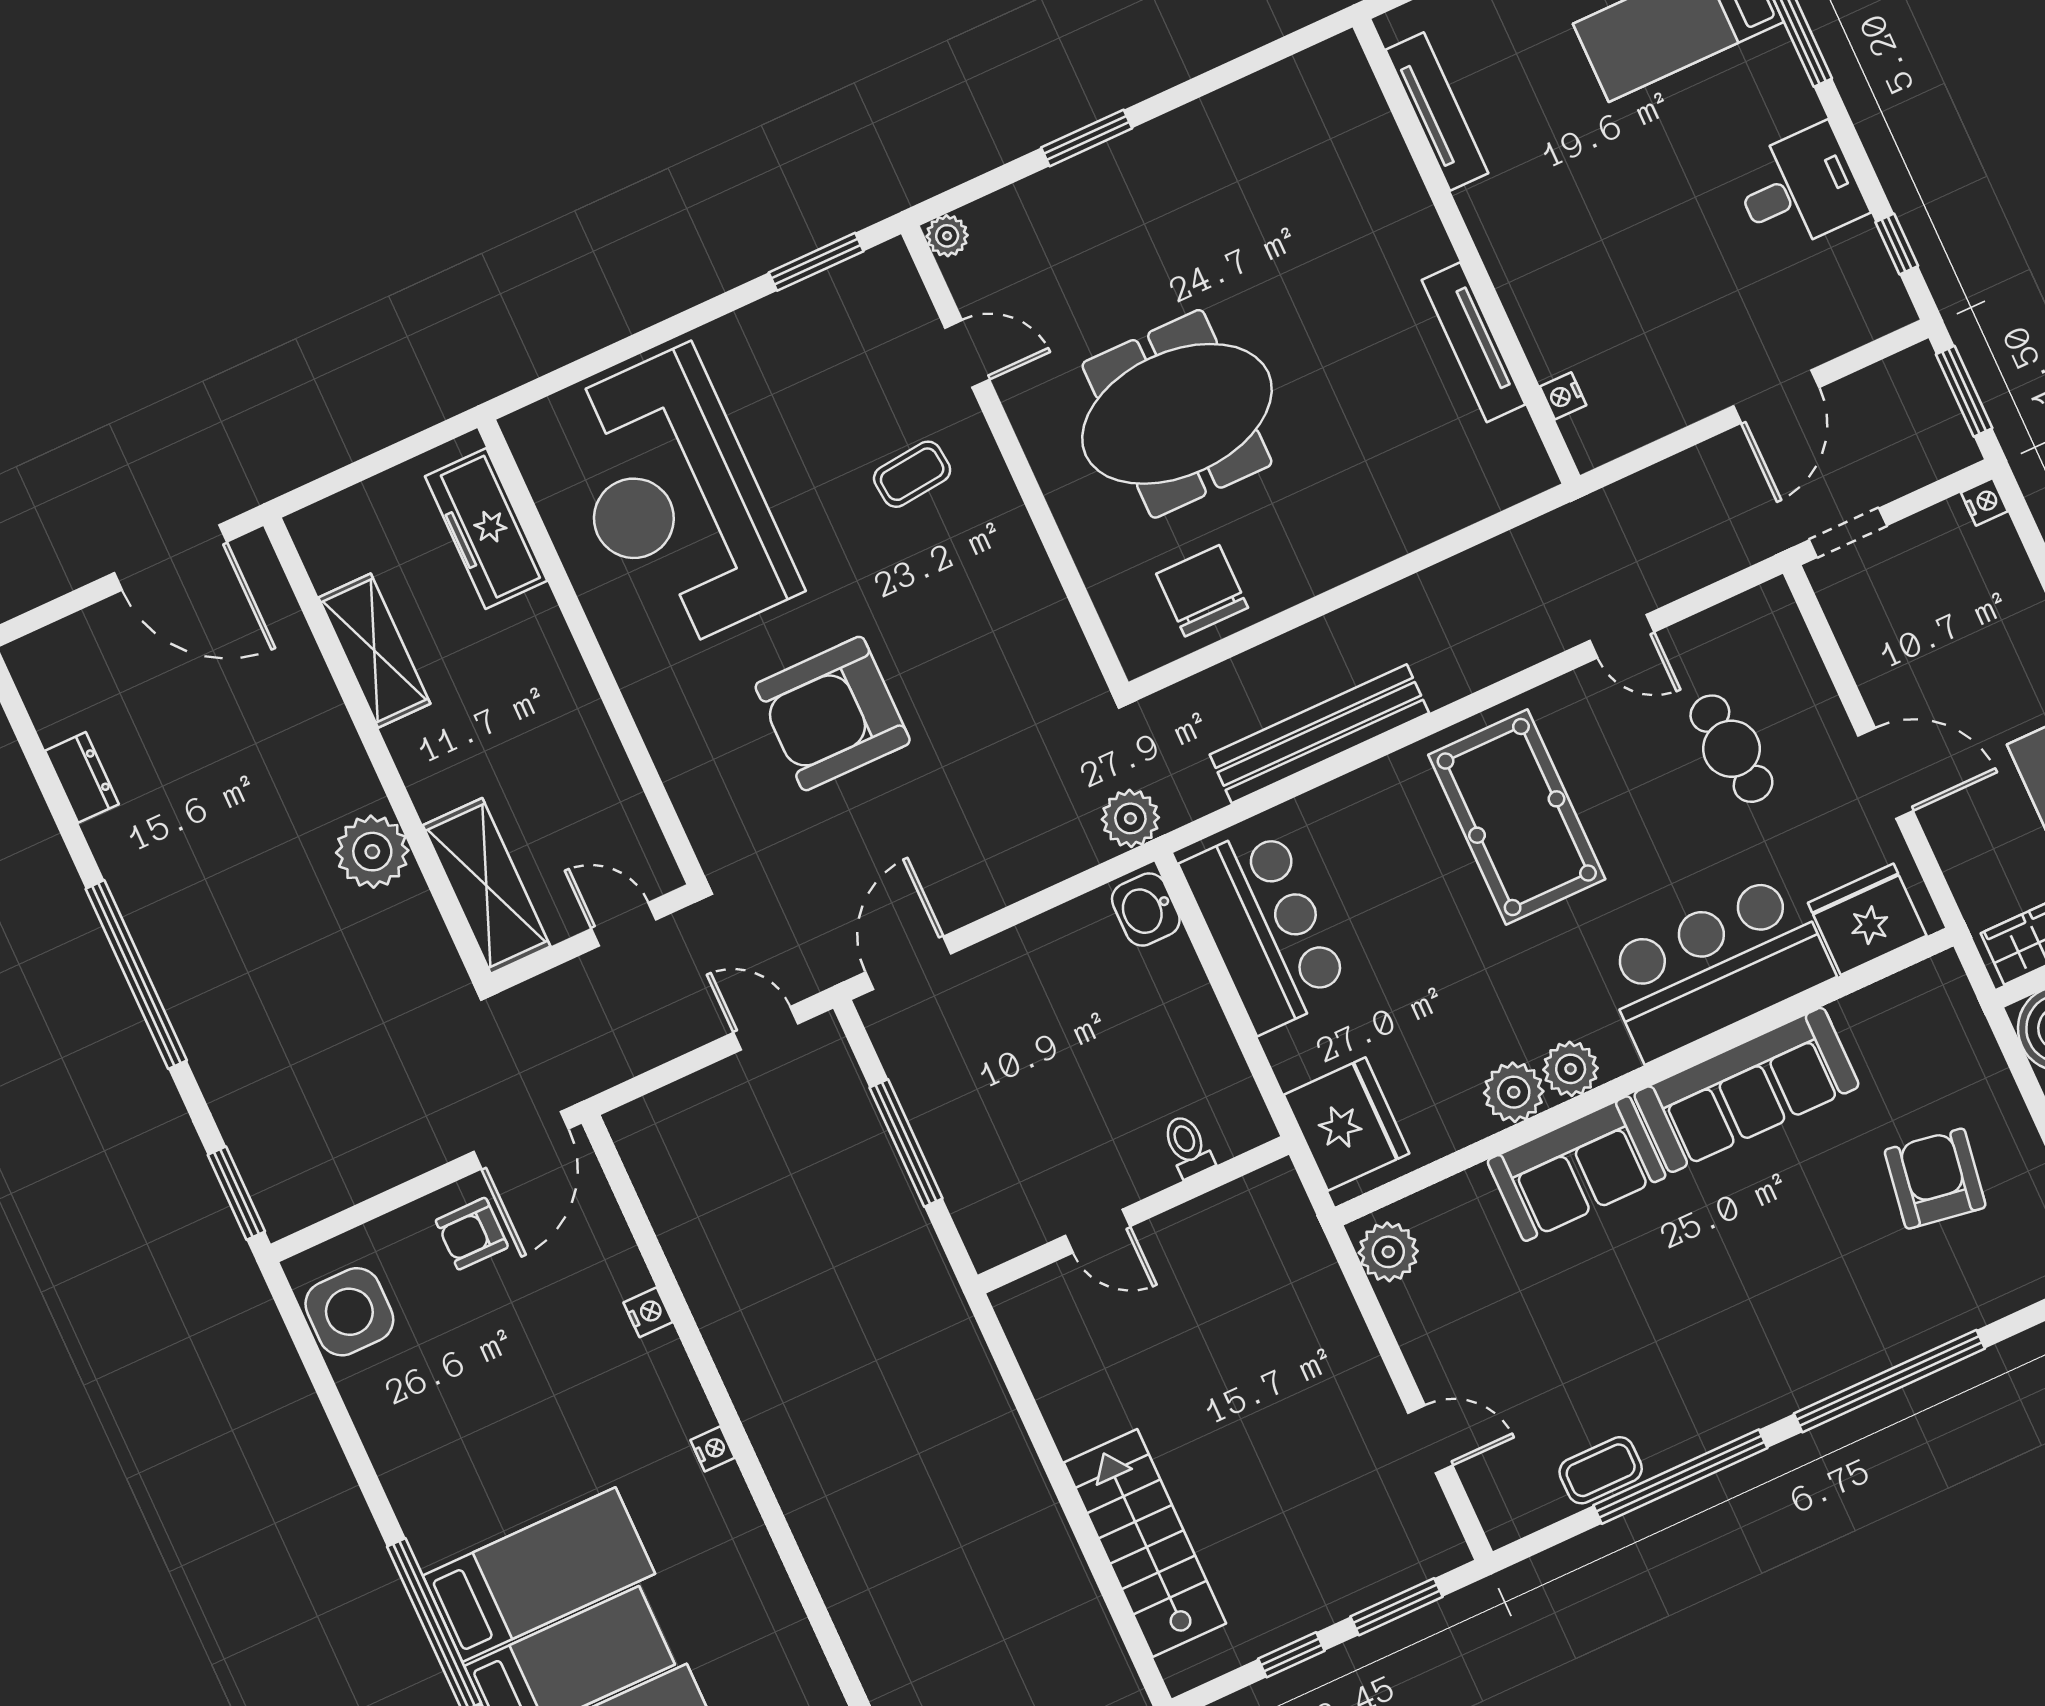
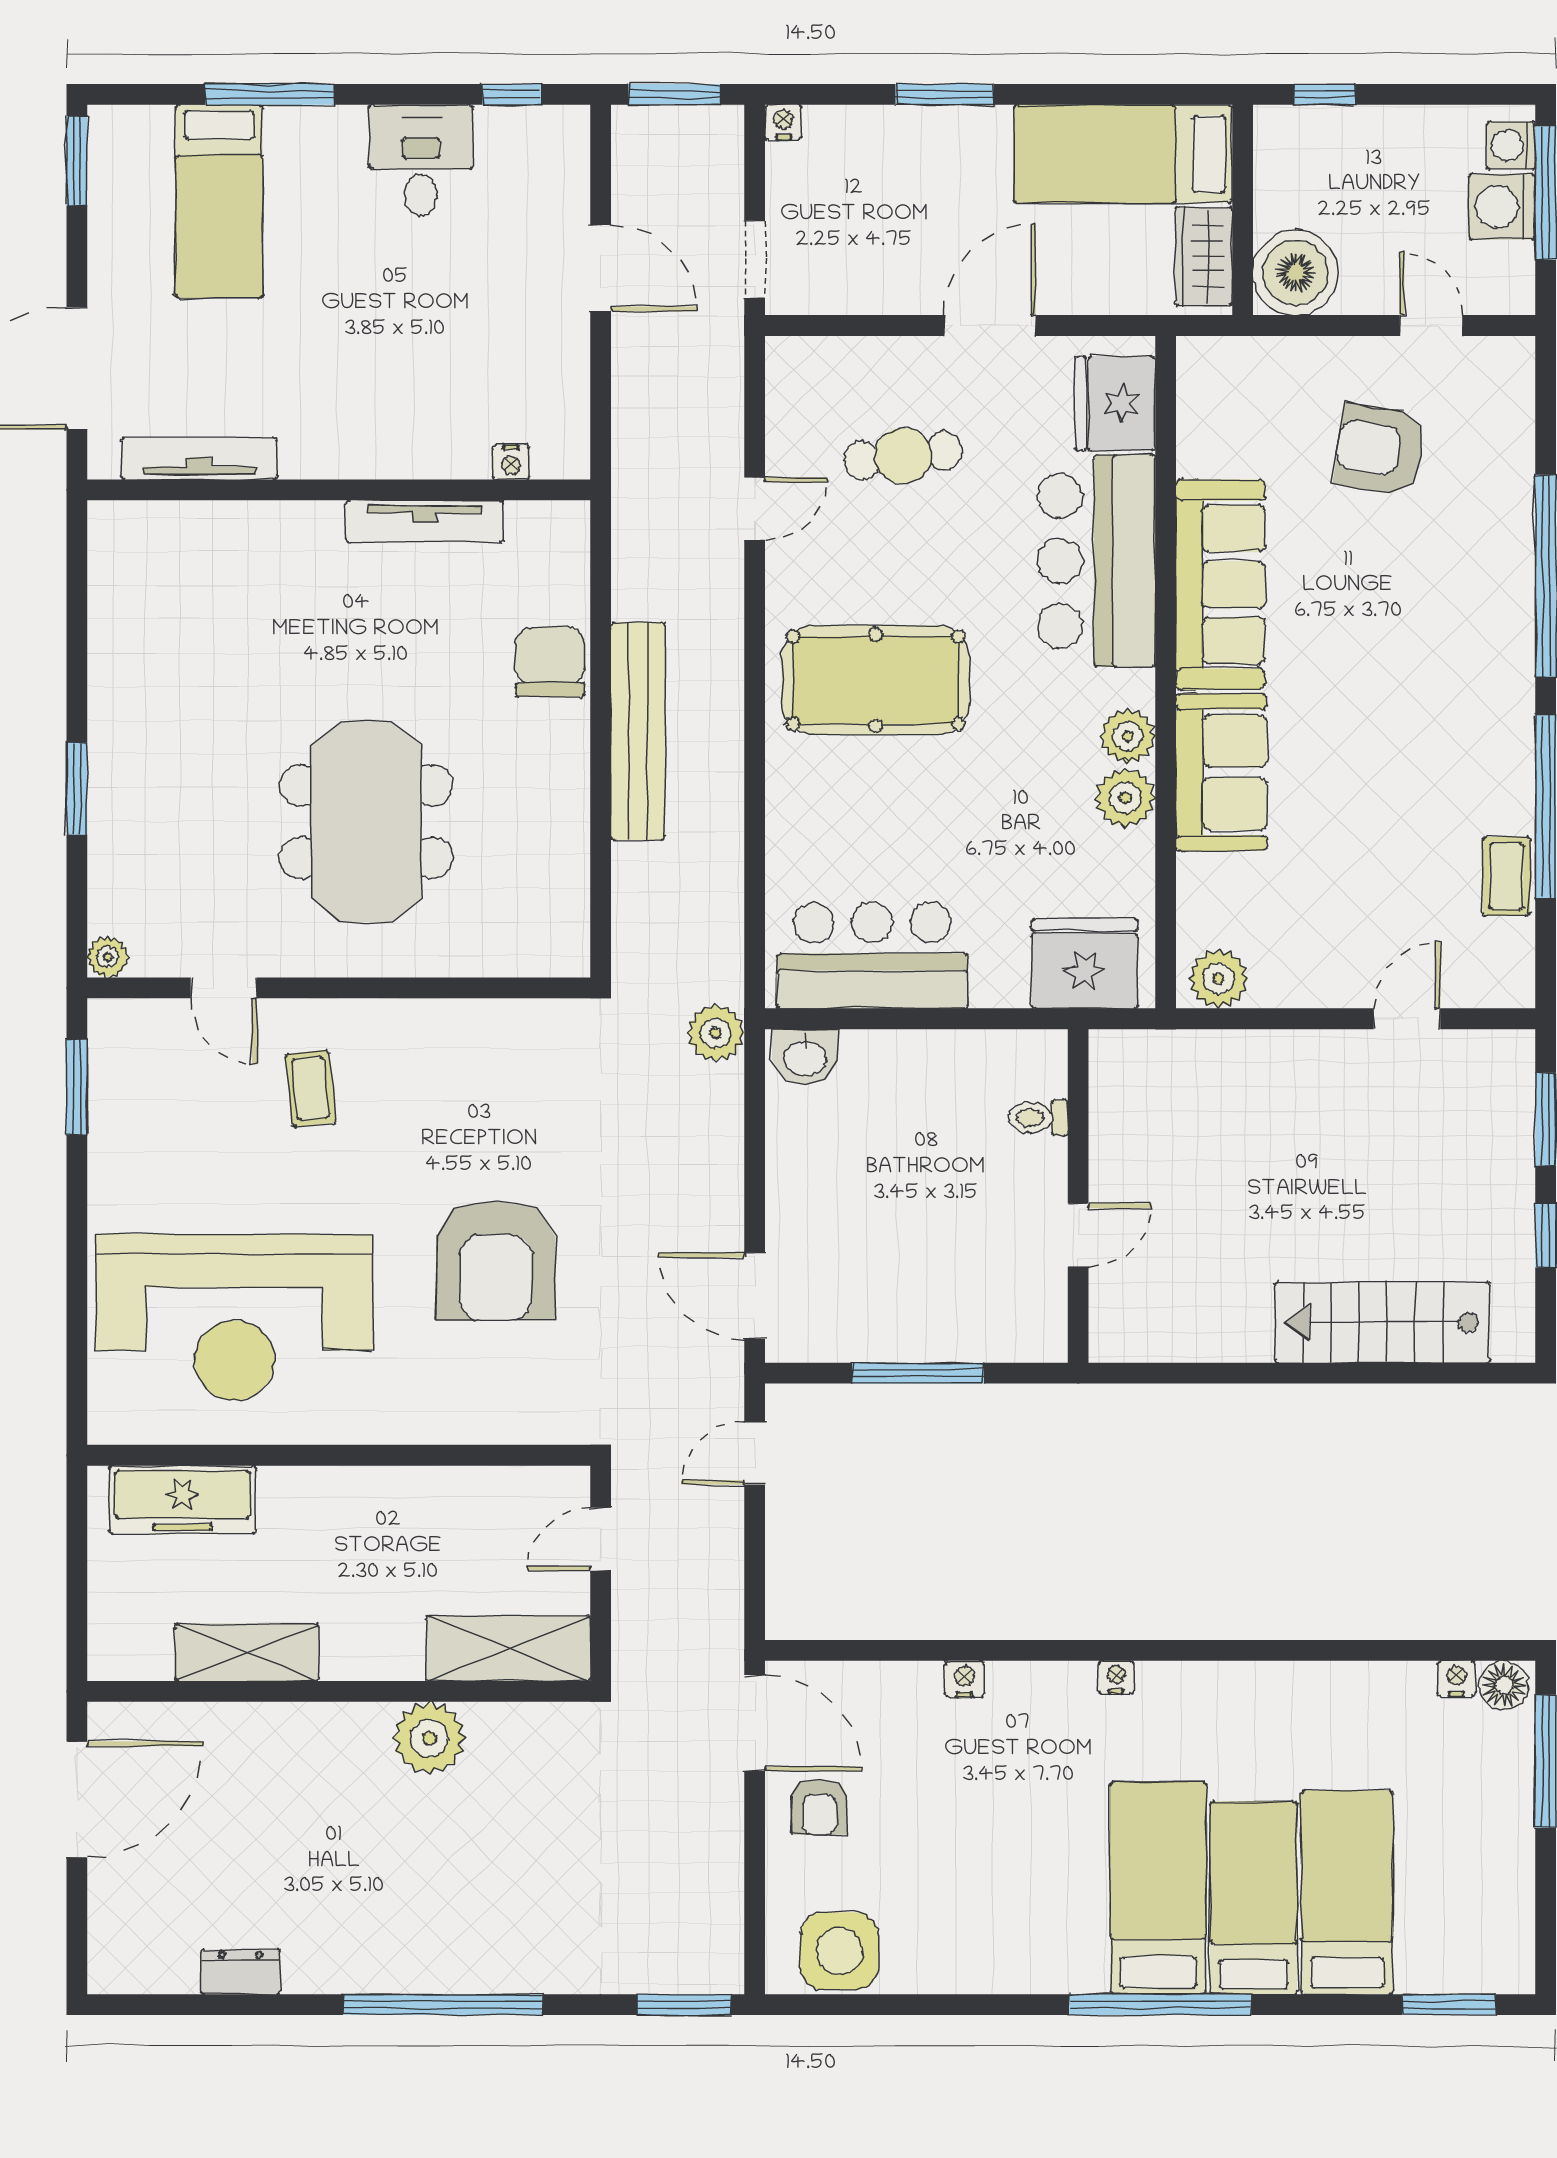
door: (967, 354) -> (224, 988), swing flipped
chair: (1202, 591) -> (550, 662), moved, turned 90
bench: (1319, 734) -> (638, 731), moved

